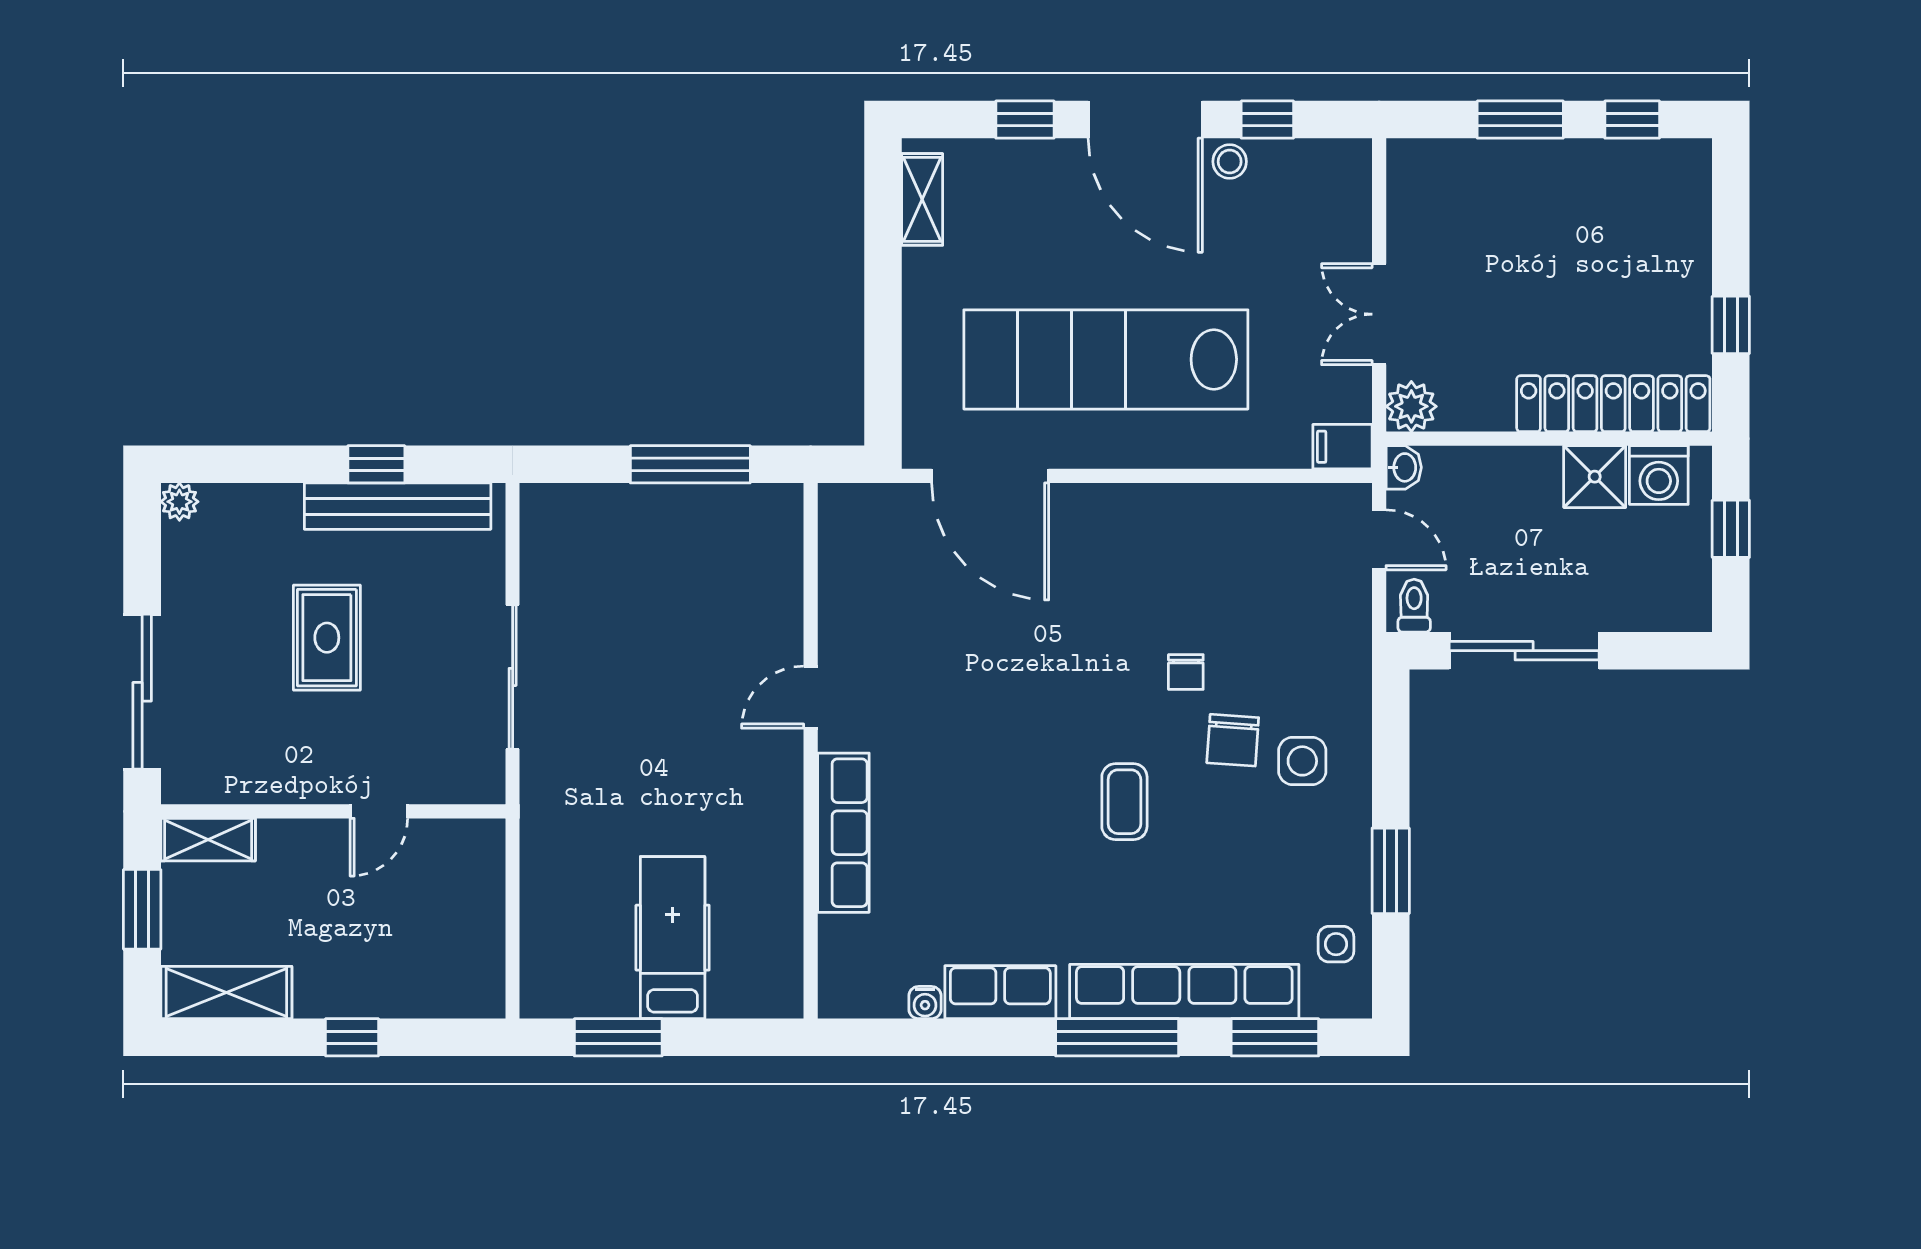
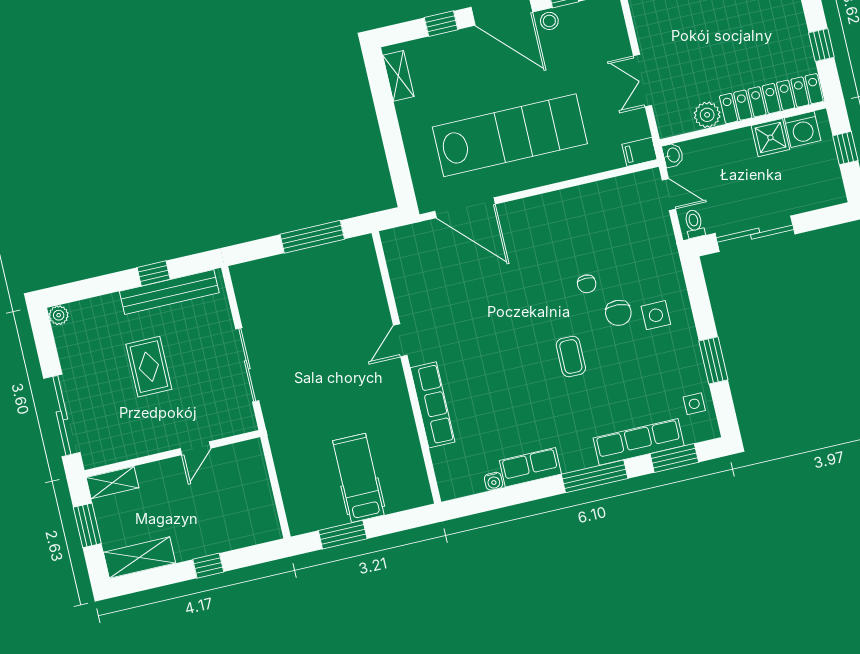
lab bench: (1106, 359) -> (510, 135), turned 180
plant: (1411, 406) -> (707, 115), moved
row of seats: (1184, 992) -> (639, 442), width x0.73

